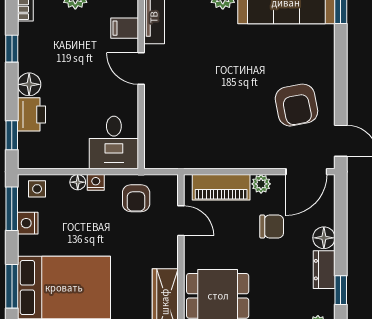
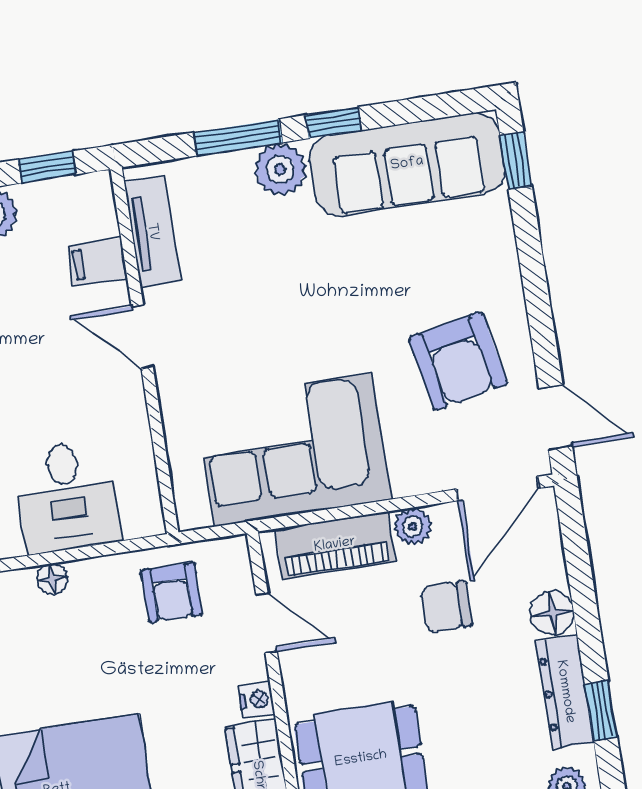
corner sofa: (207, 136) -> (293, 450), added
desk: (114, 142) -> (67, 497), moved
nightstand: (96, 182) -> (257, 700), moved, turned 90
chair: (272, 226) -> (446, 607), turned 180
dresser: (324, 270) -> (565, 692), width x1.44

